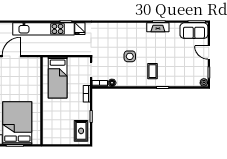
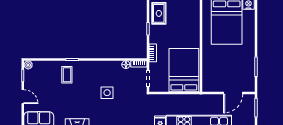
coffee table: (153, 71) -> (67, 75), moved
bed: (58, 78) -> (184, 70), width x1.50

